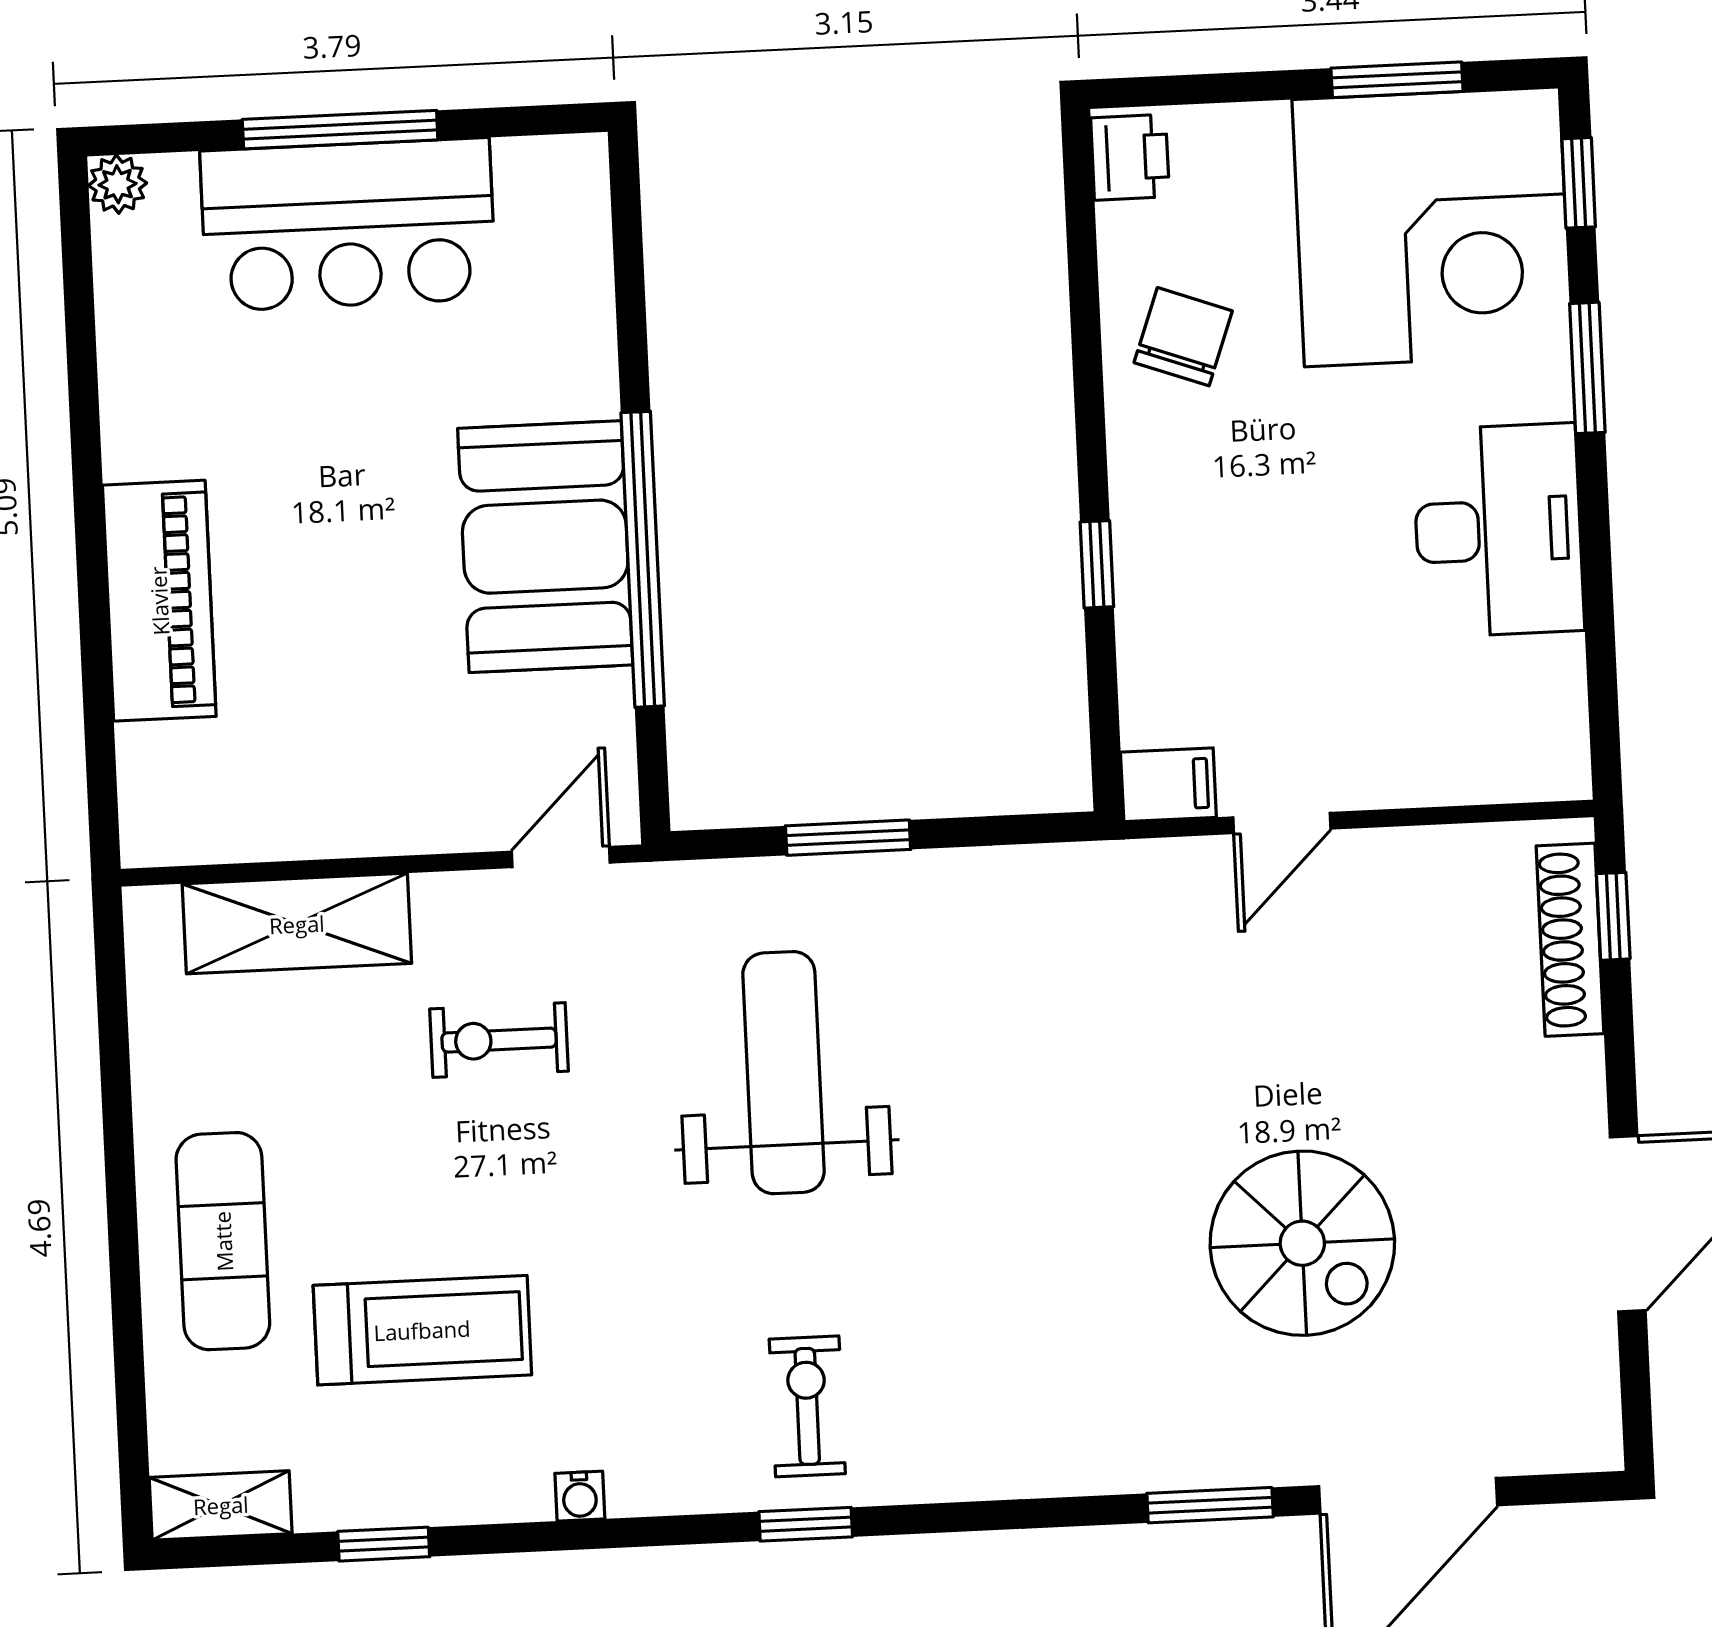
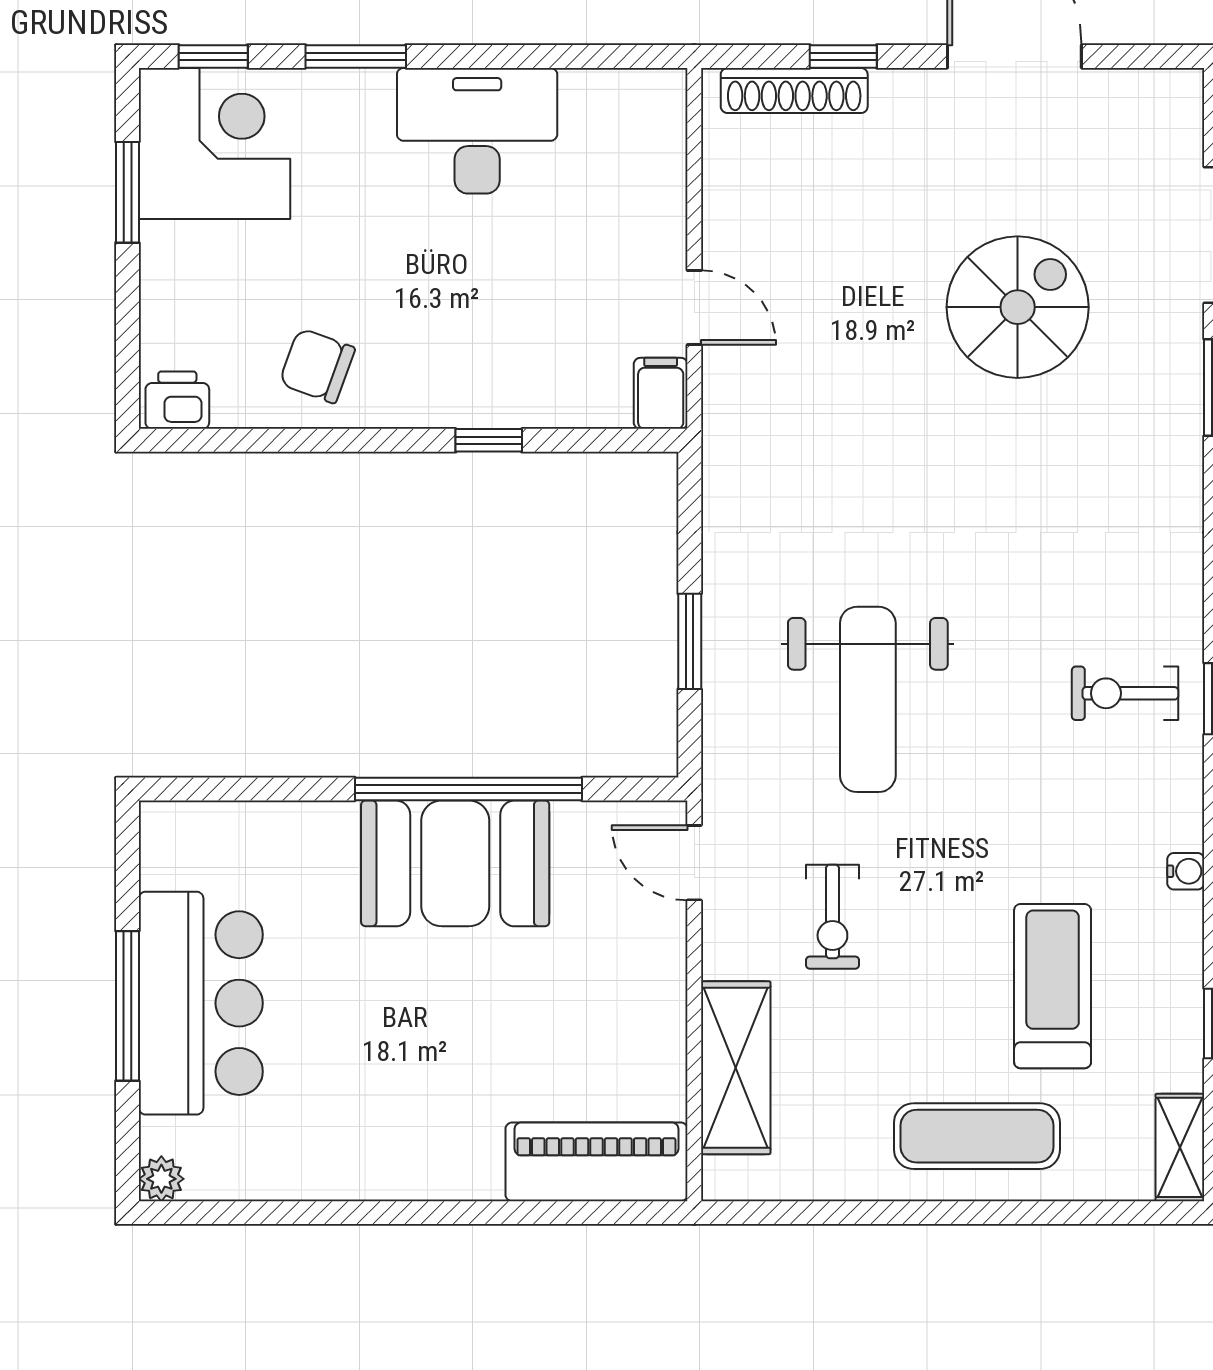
corner desk: (1432, 227) -> (215, 144), width x0.74, depth x0.74
piano: (159, 601) -> (596, 1162), moved
window: (1613, 916) -> (843, 56), moved
weight bench: (784, 1073) -> (868, 699), turned -90

